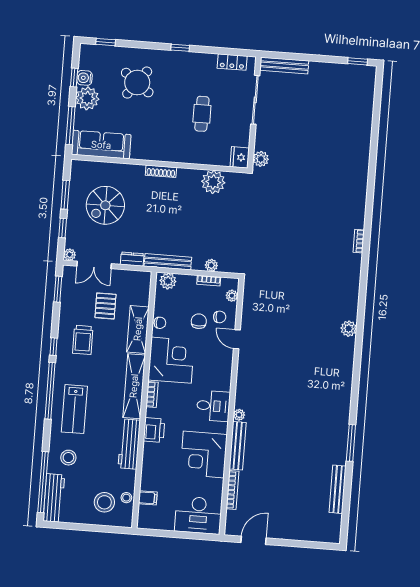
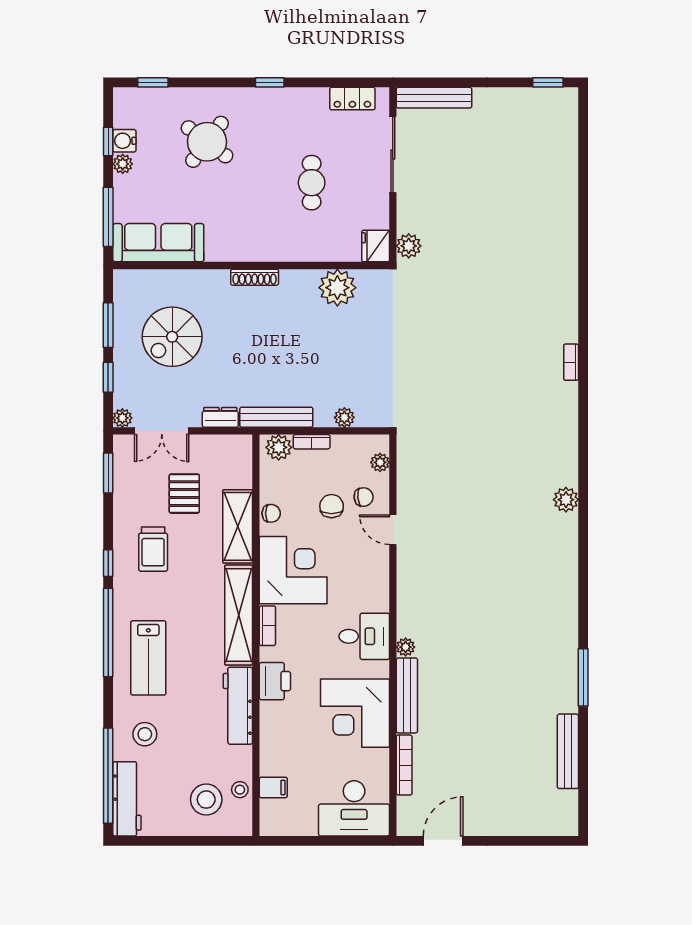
plant: (87, 98) -> (123, 164), width x0.53, depth x0.53
bookcase: (209, 281) -> (312, 442), moved

